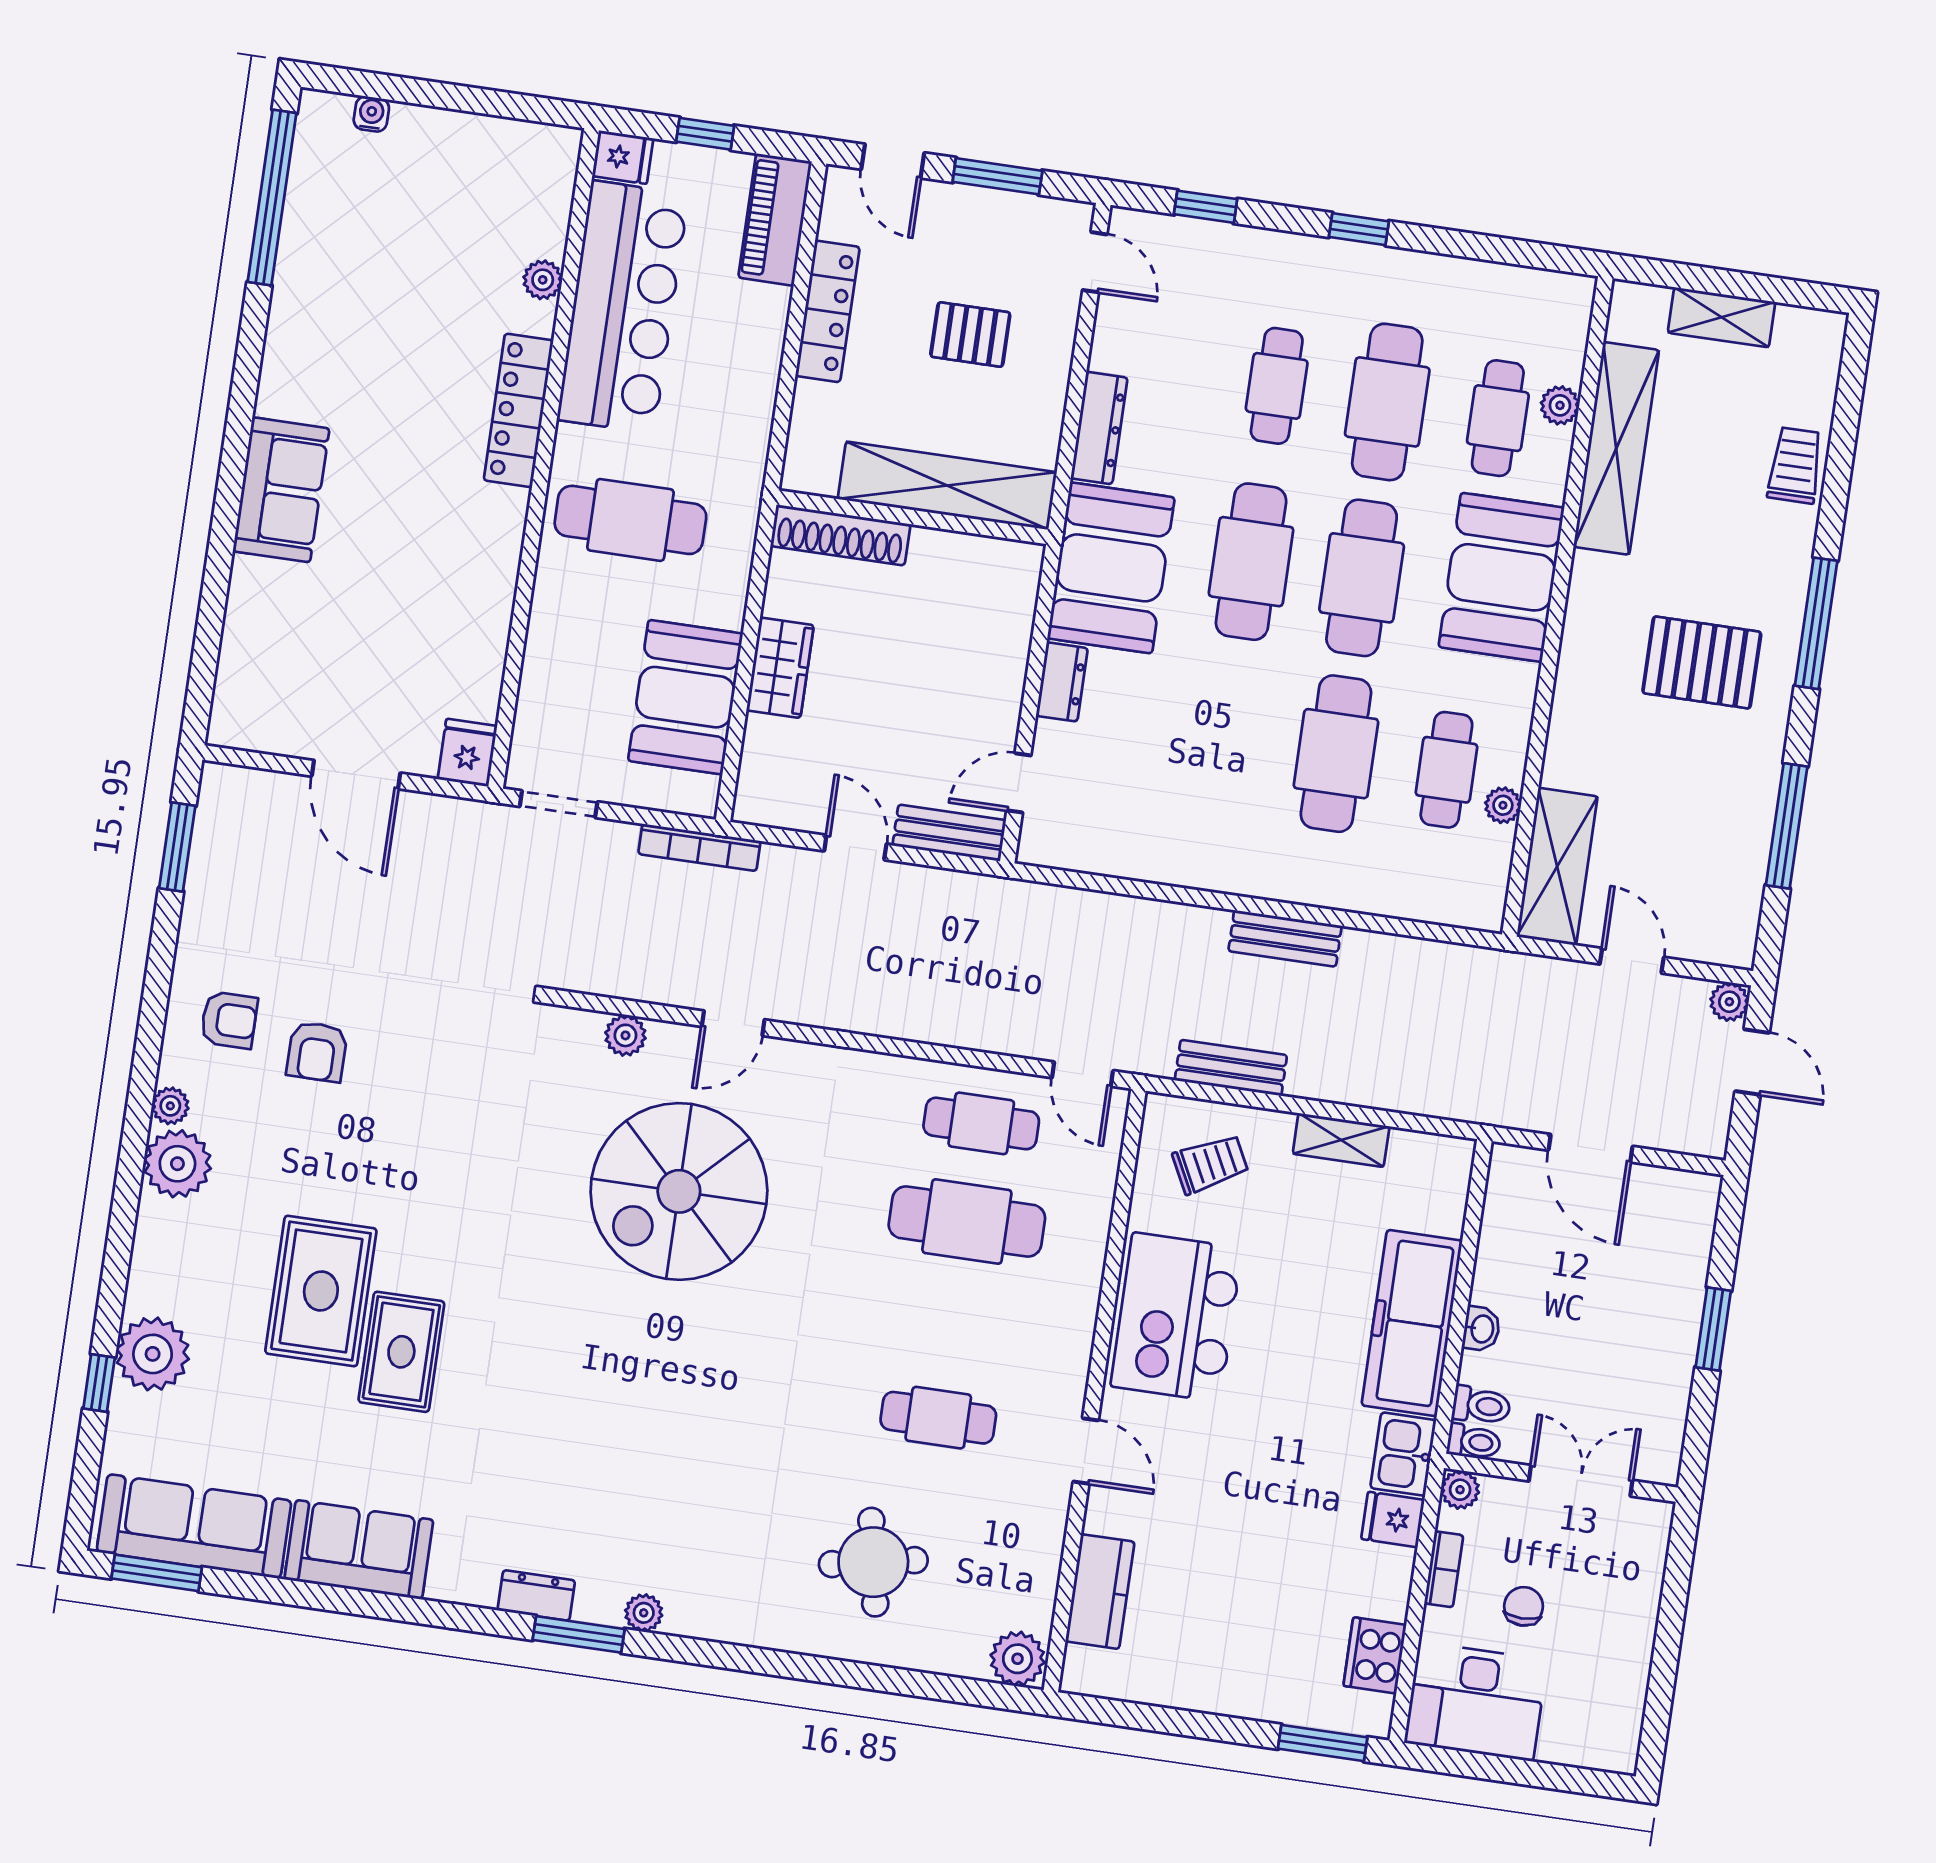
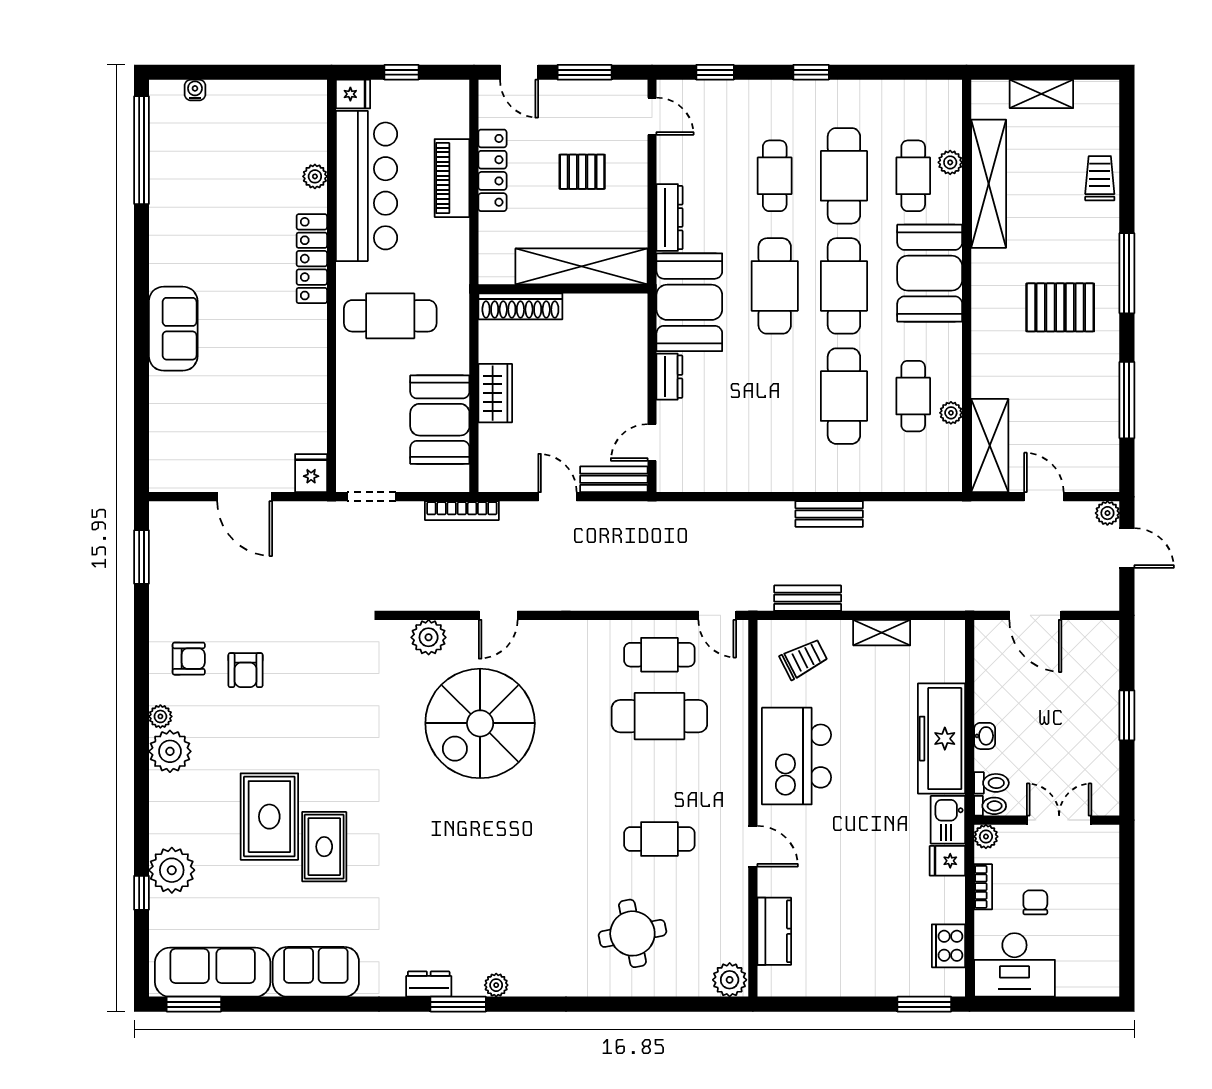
piano: (775, 220) -> (452, 178), moved
plant: (625, 1035) -> (429, 637), width x1.38, depth x1.38

